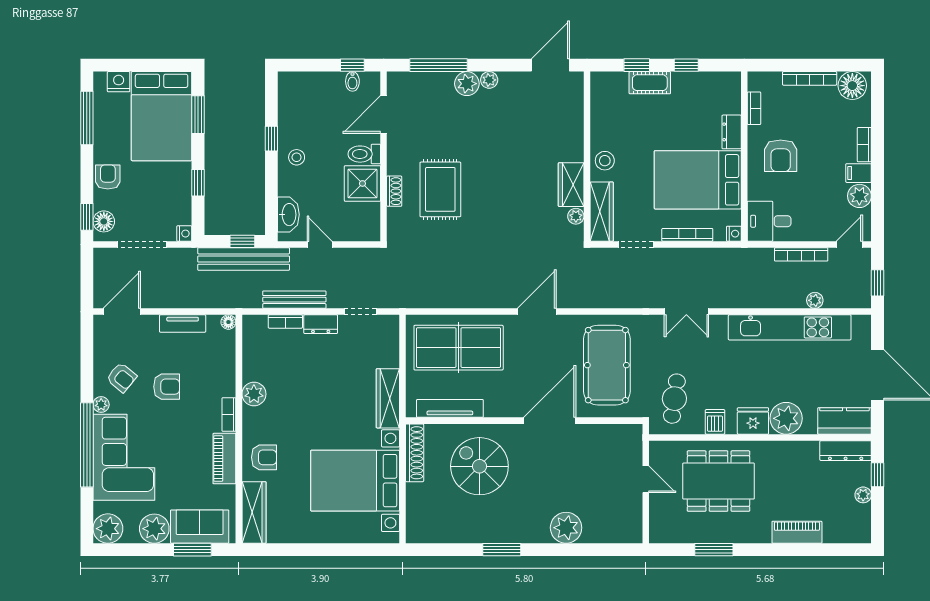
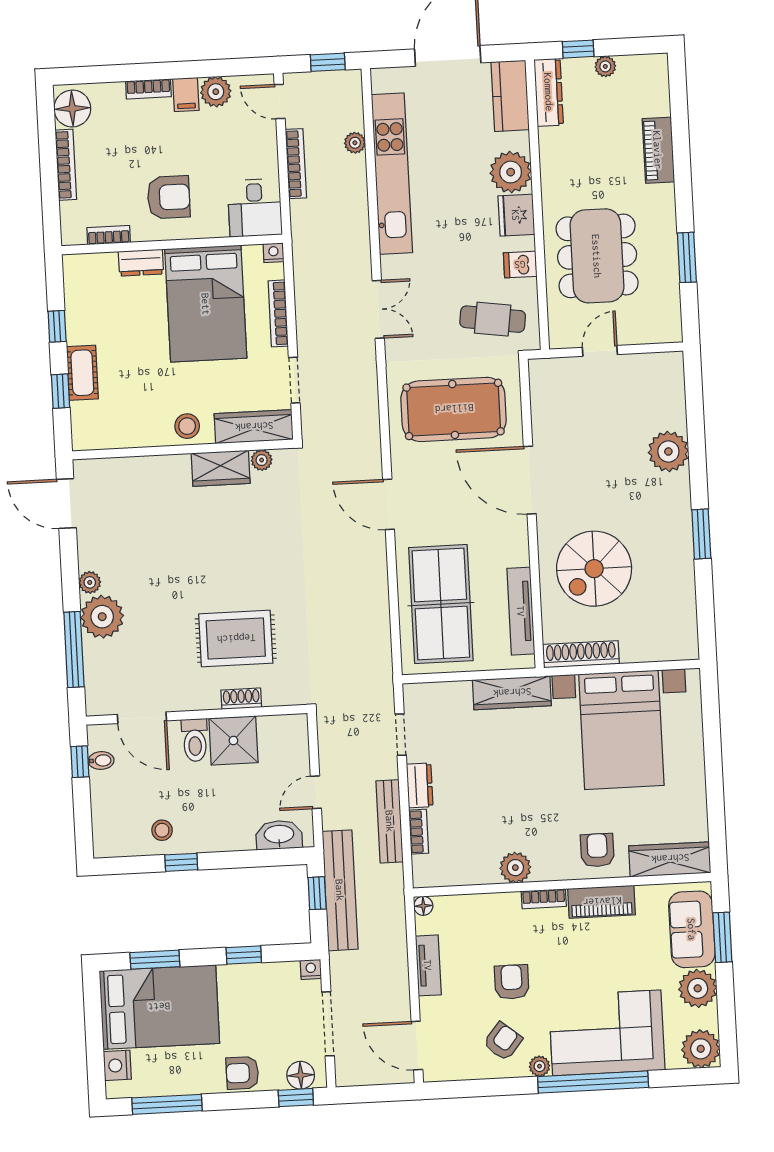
plant: (467, 84) -> (102, 617), width x1.36, depth x1.36
stool: (297, 157) -> (162, 830), moved

